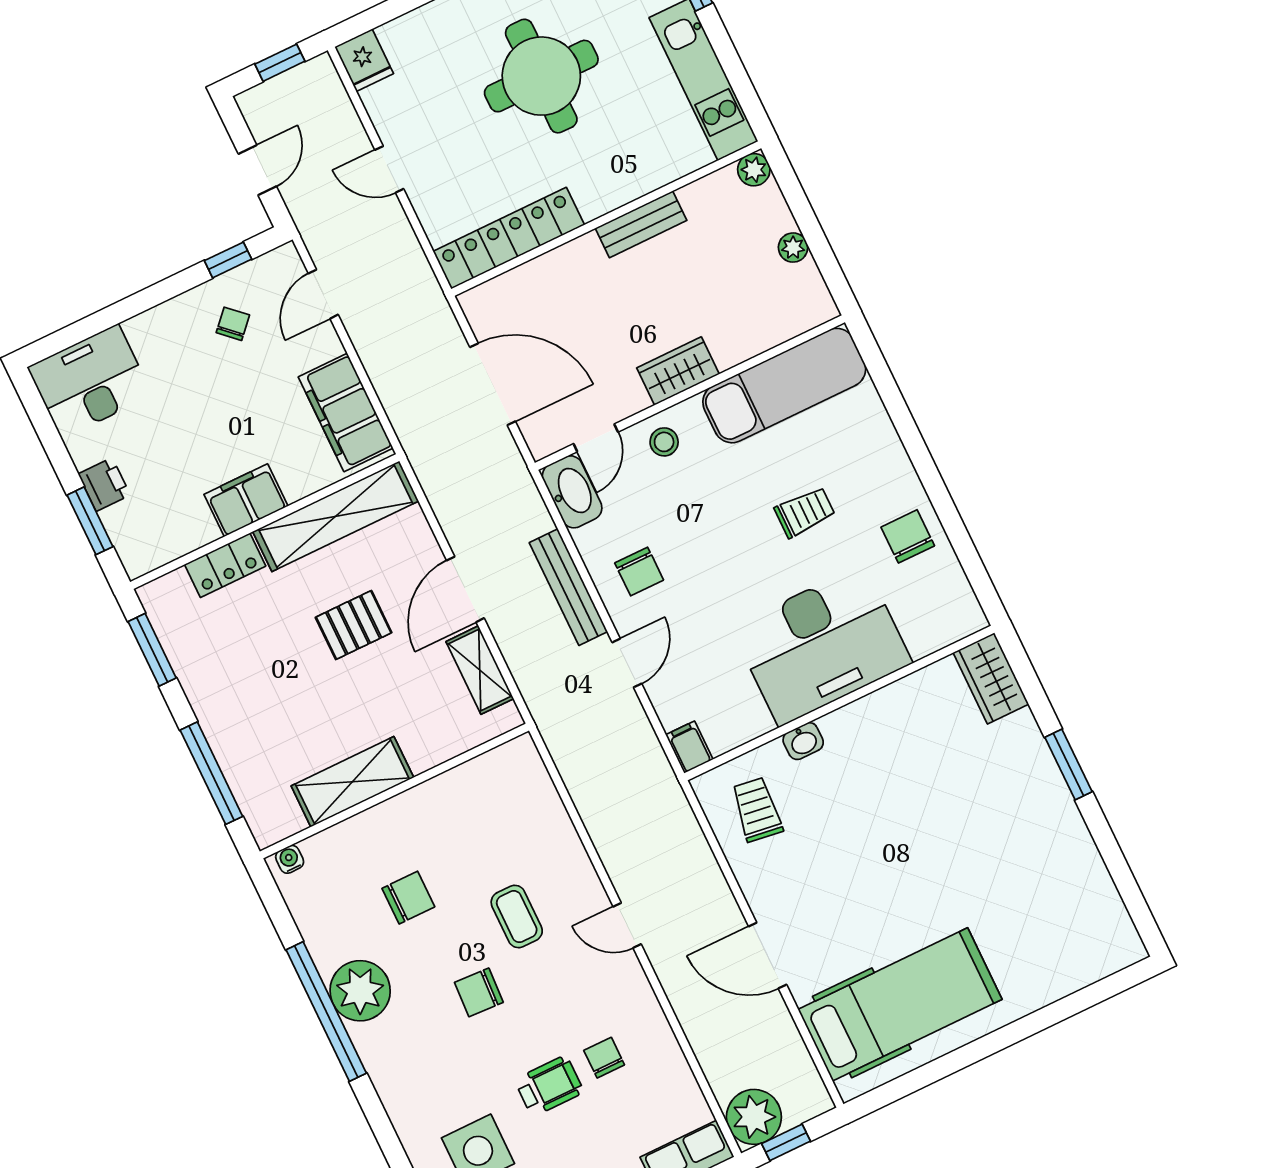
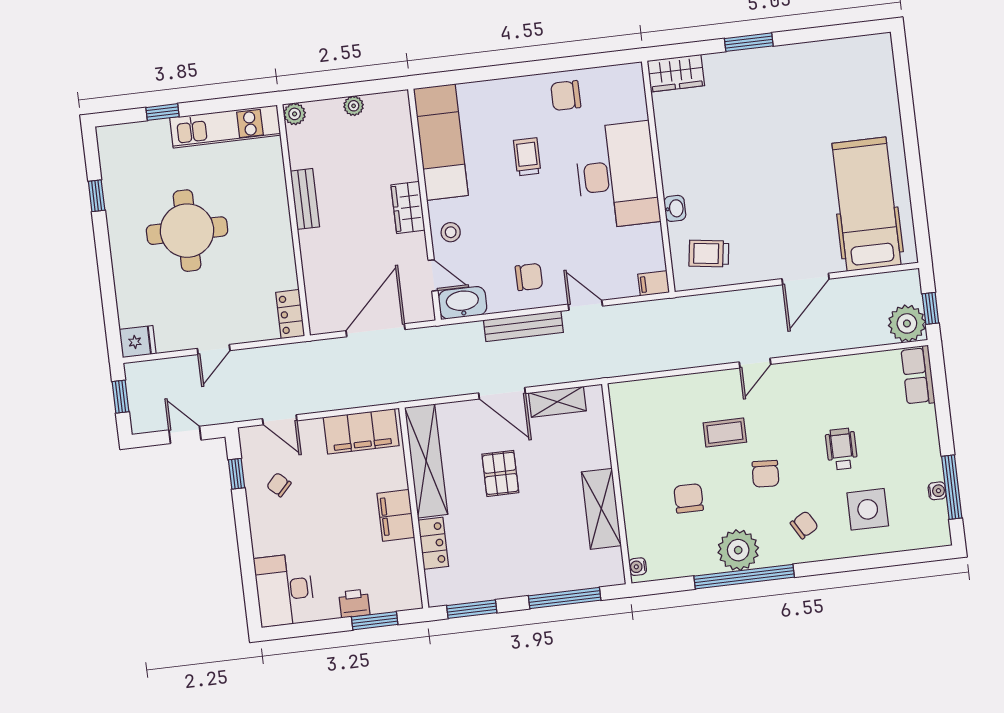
locker: (509, 238) -> (290, 314), width x0.46, depth x0.83
chair: (604, 1058) -> (804, 525), moved, turned 150

